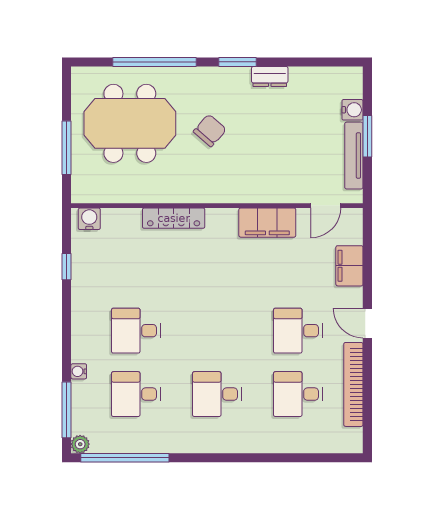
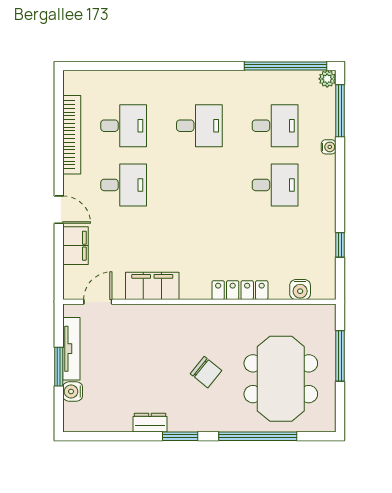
meeting table: (130, 123) -> (281, 379), turned 90
chair: (210, 130) -> (206, 372), turned -92
water cooler: (89, 219) -> (300, 290), moved
door: (367, 323) -> (59, 210), moved

